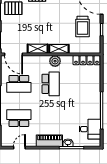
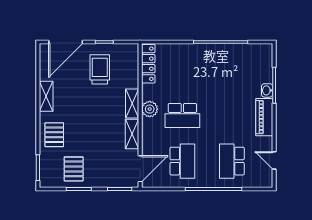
trolley: (83, 26) -> (100, 69), turned -90
school desk: (51, 84) -> (182, 116), turned 180
desk: (90, 129) -> (247, 59), removed

